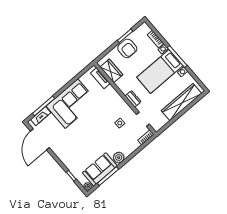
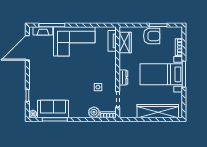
armchair: (127, 48) -> (152, 36), turned -90
plant: (119, 158) -> (94, 112), moved

